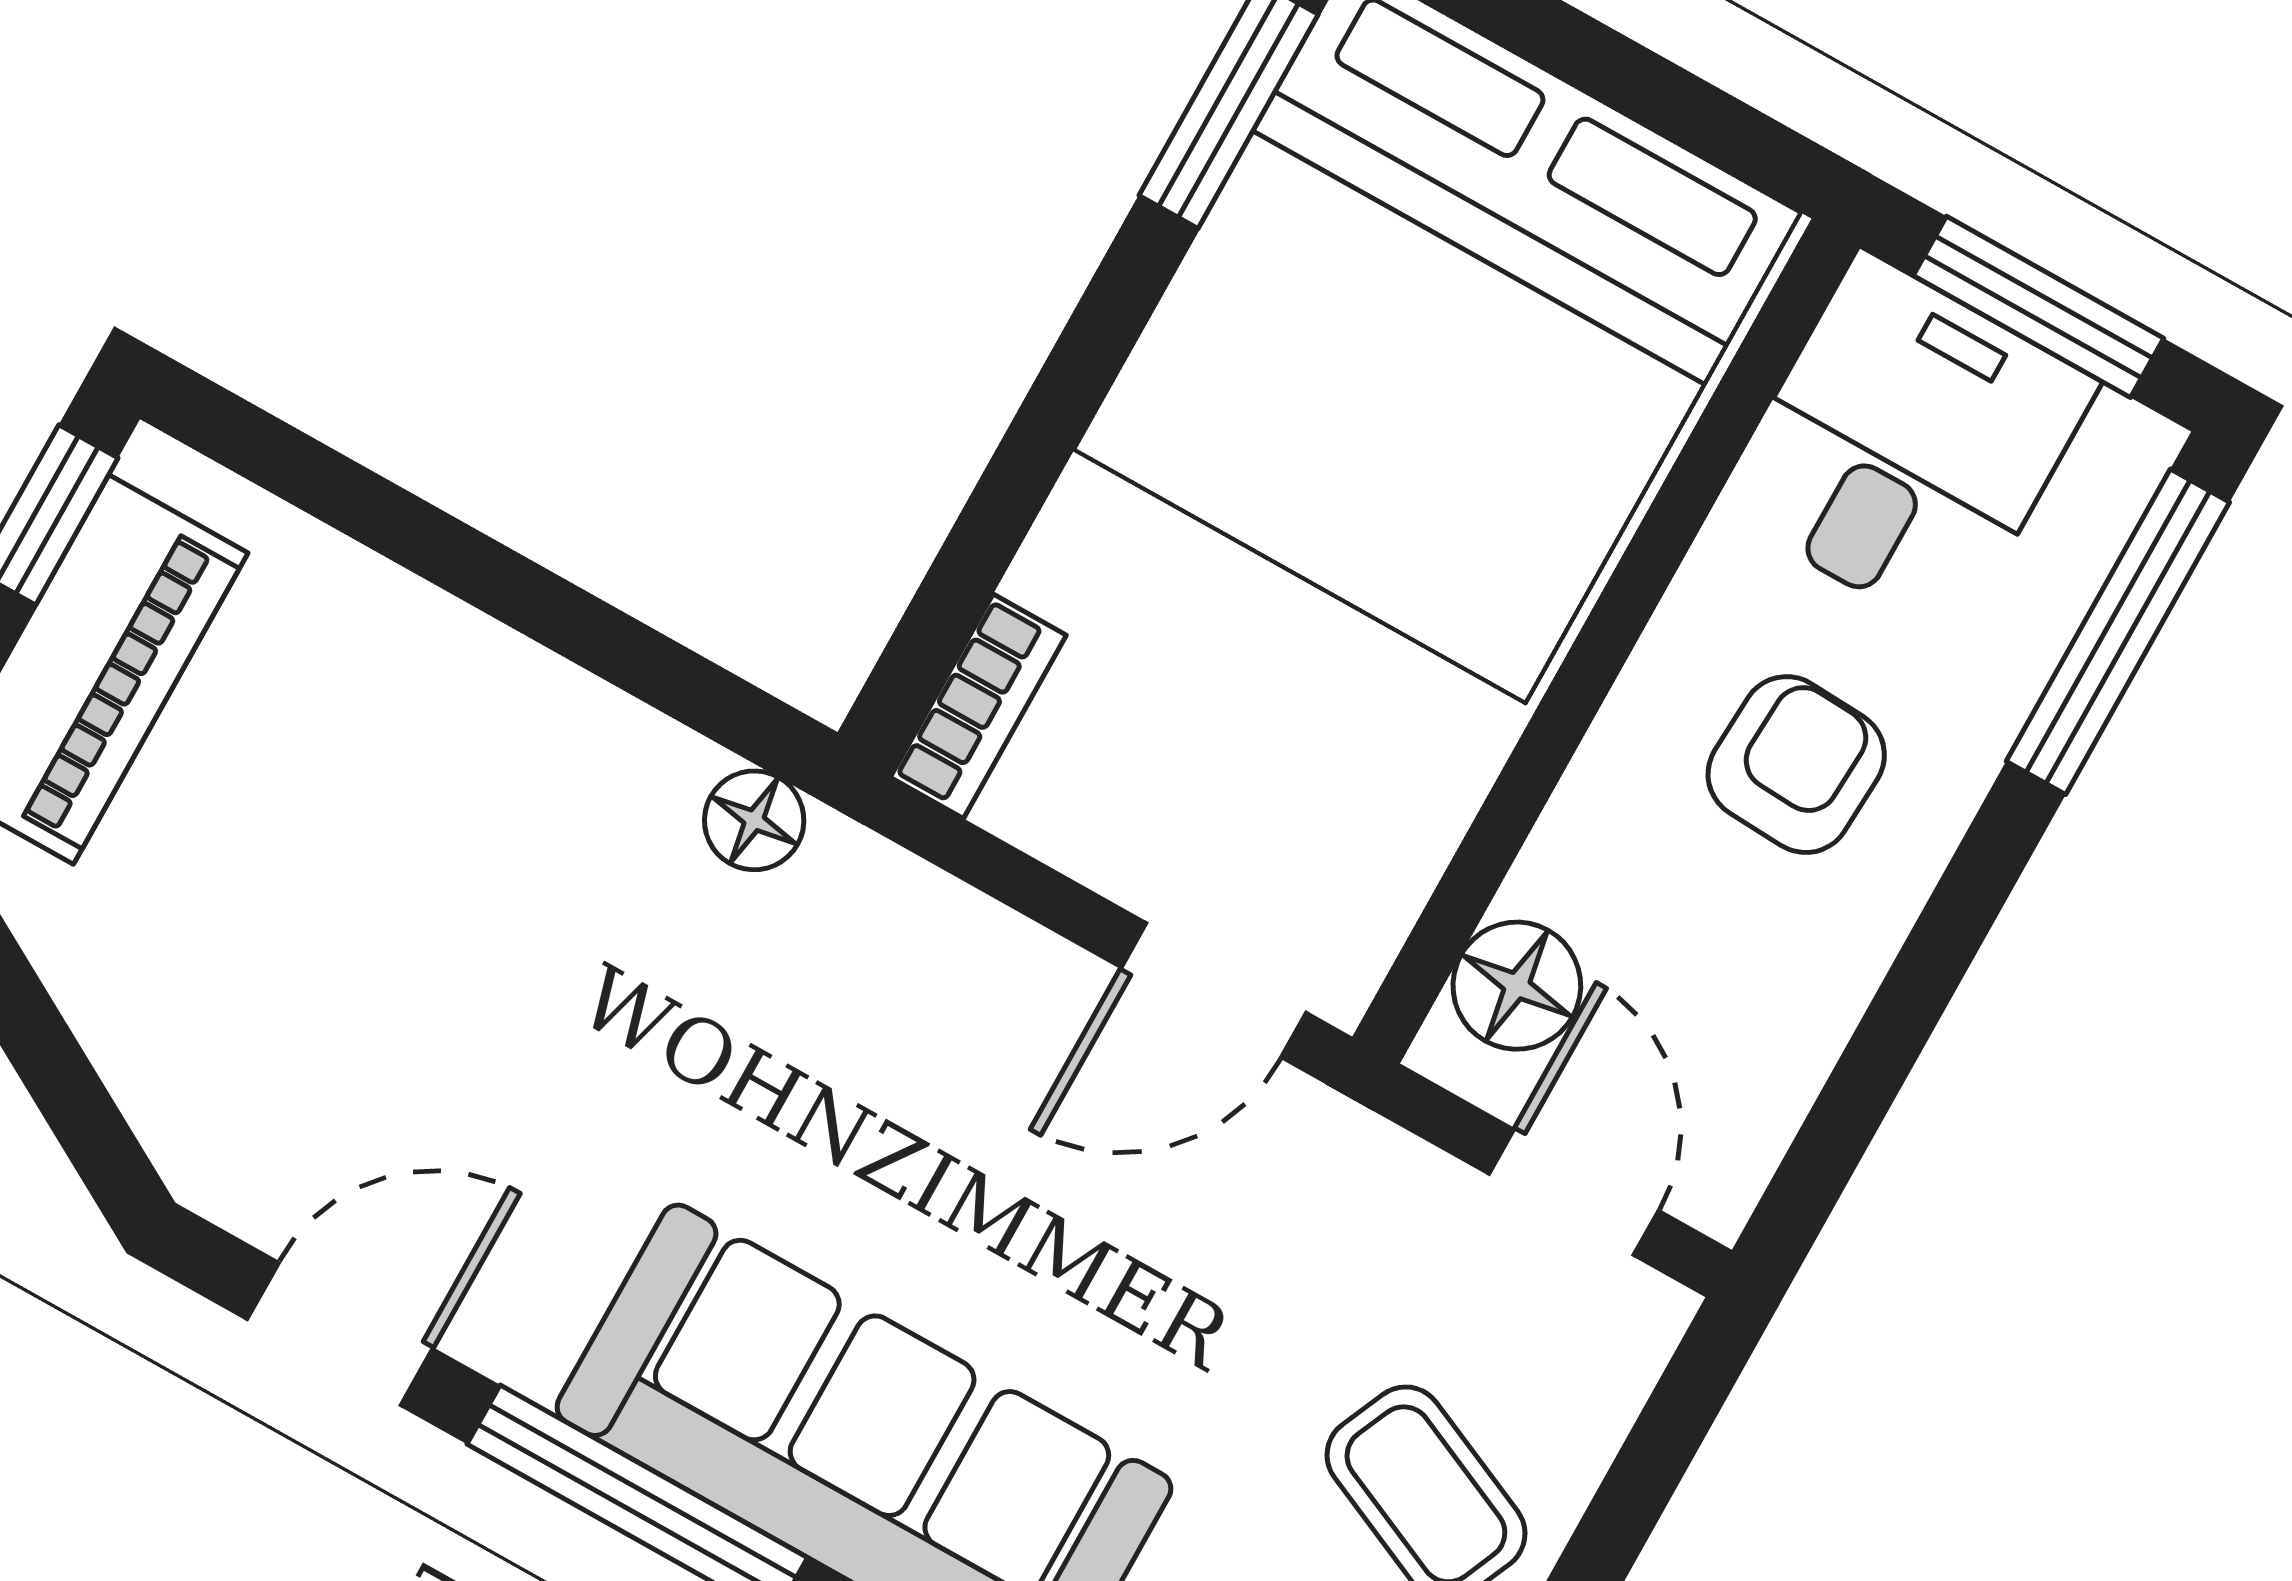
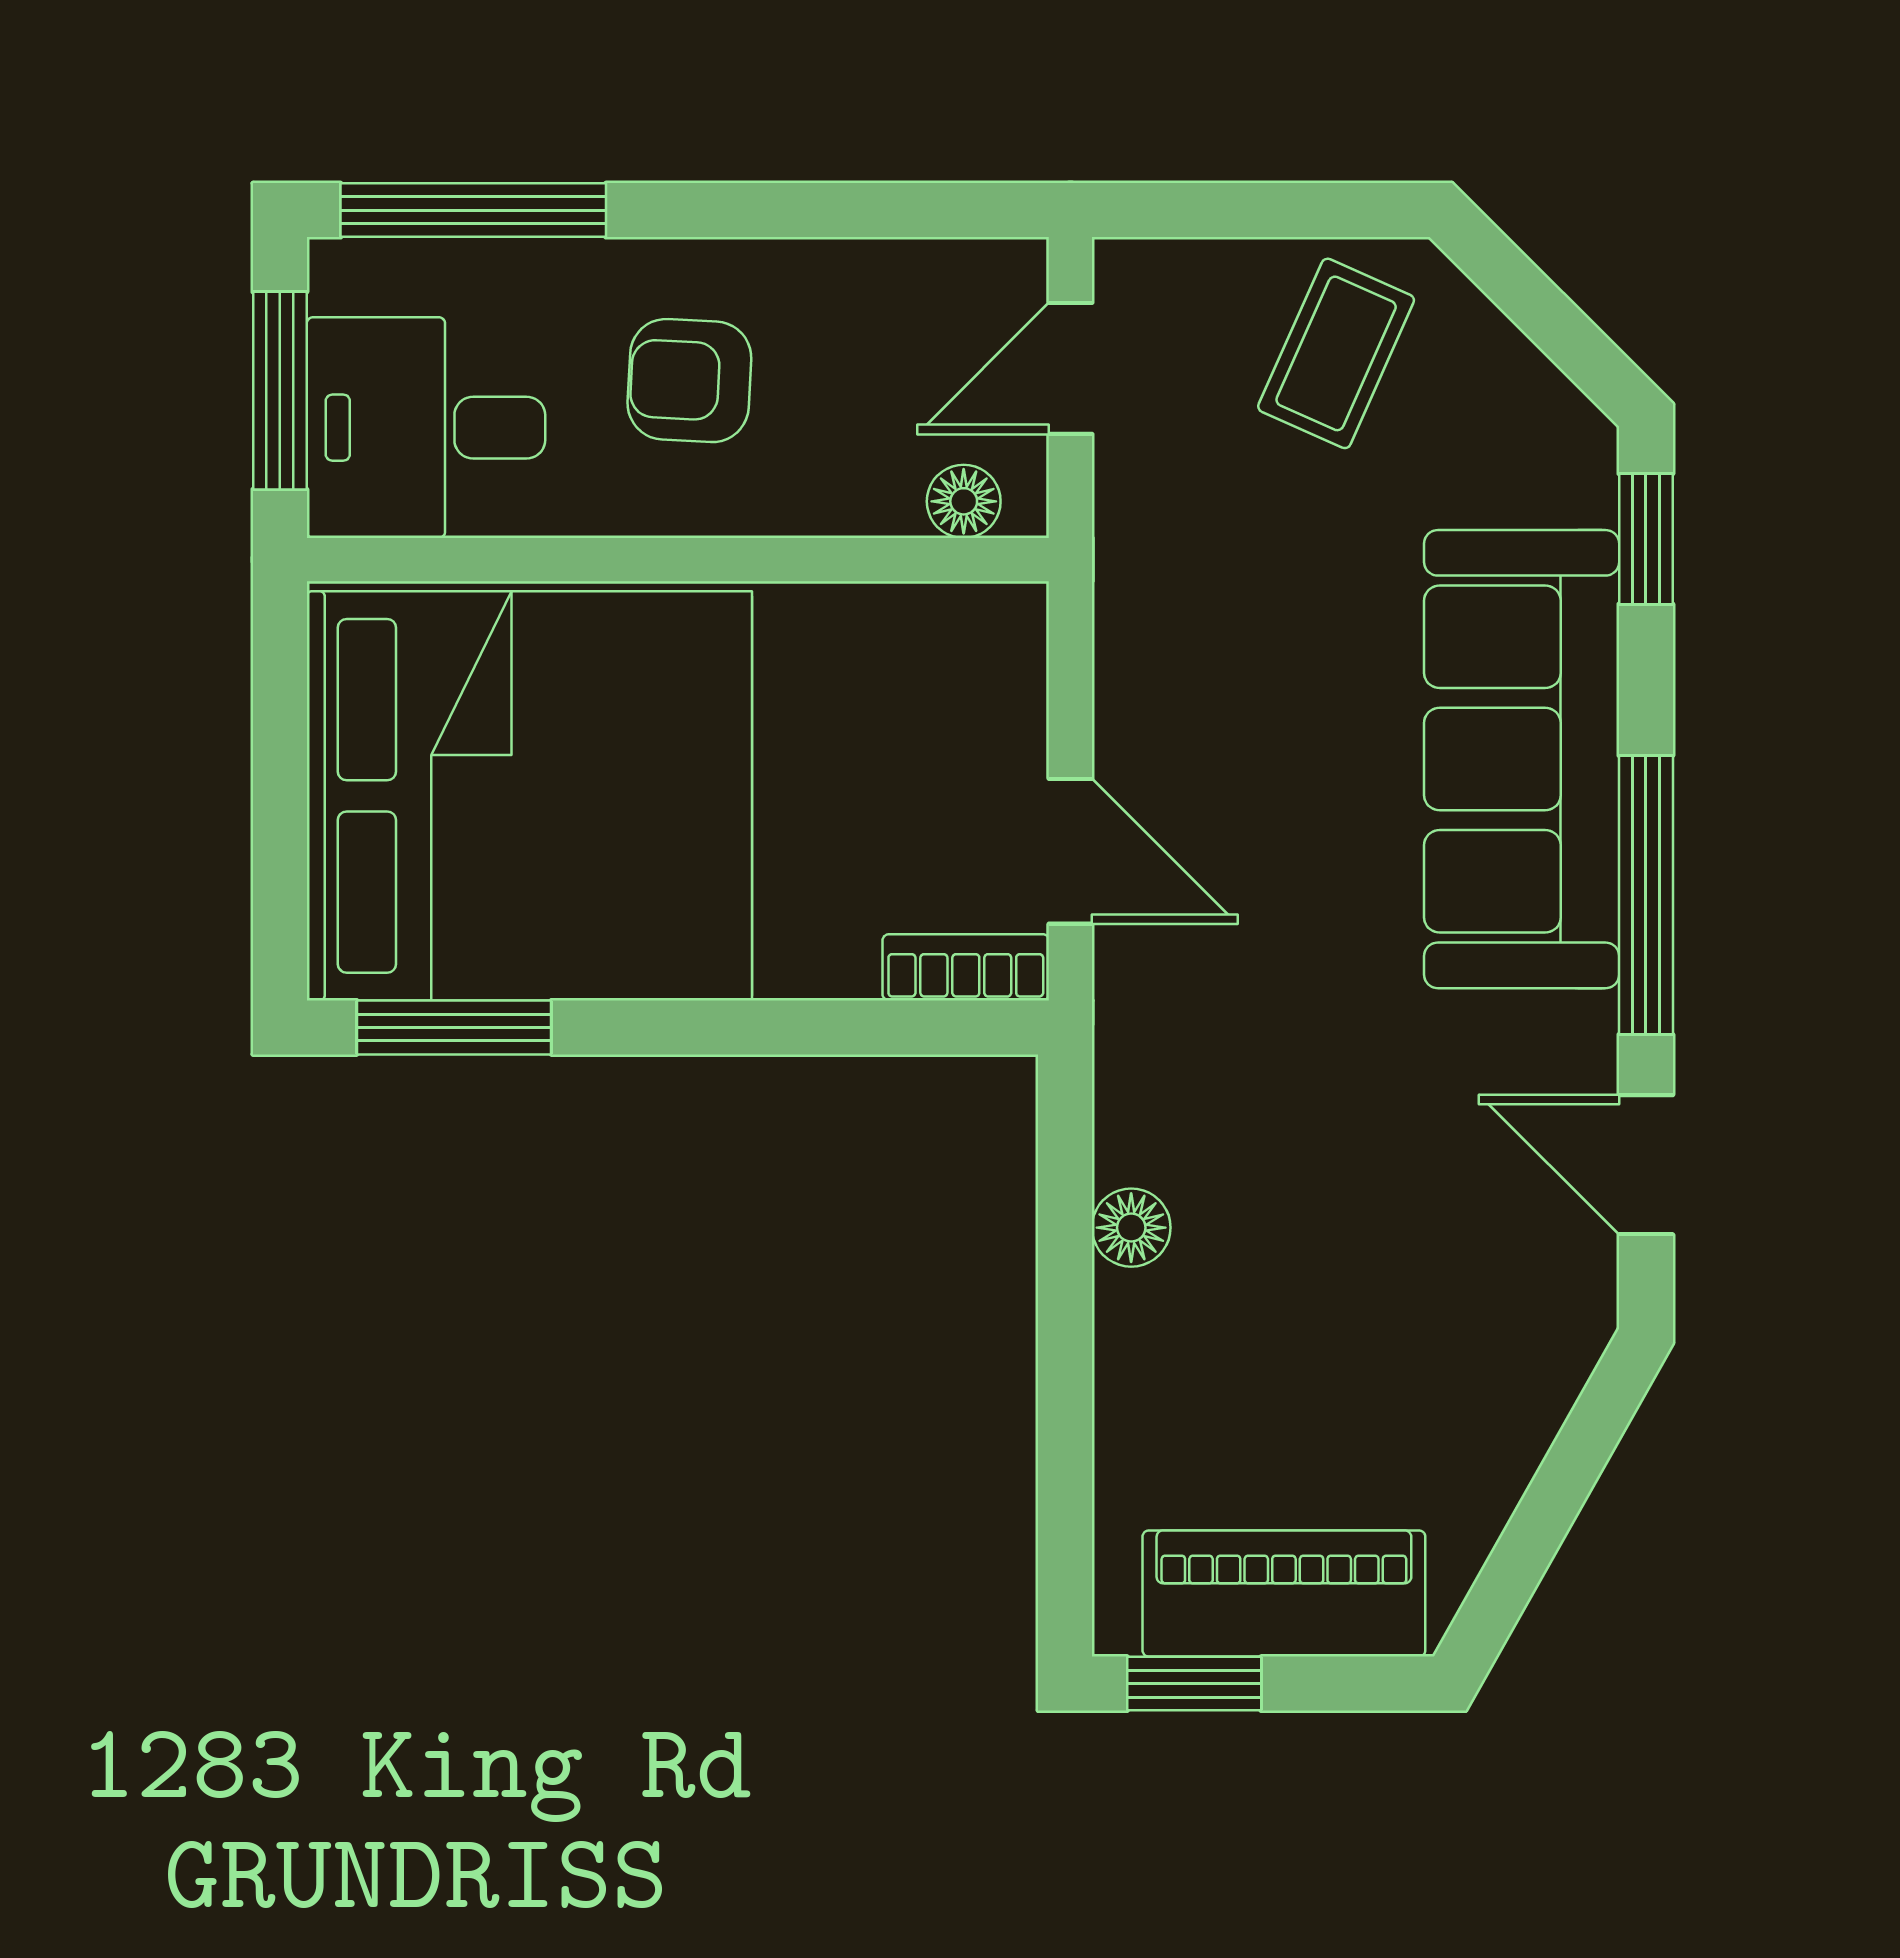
floor lamp: (754, 820) -> (1131, 1228), moved
floor lamp: (1517, 986) -> (964, 501), width x0.73, depth x0.73
door: (1214, 990) -> (1070, 851), moved

